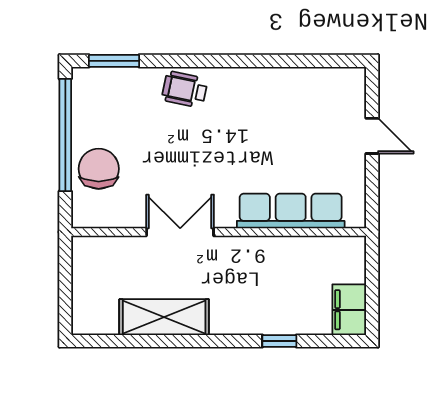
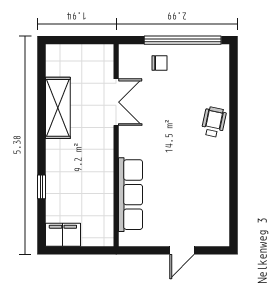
window: (114, 61) -> (233, 74), removed
chair: (99, 169) -> (160, 63), width x0.54, depth x0.54
double door: (180, 232) -> (116, 102), moved

